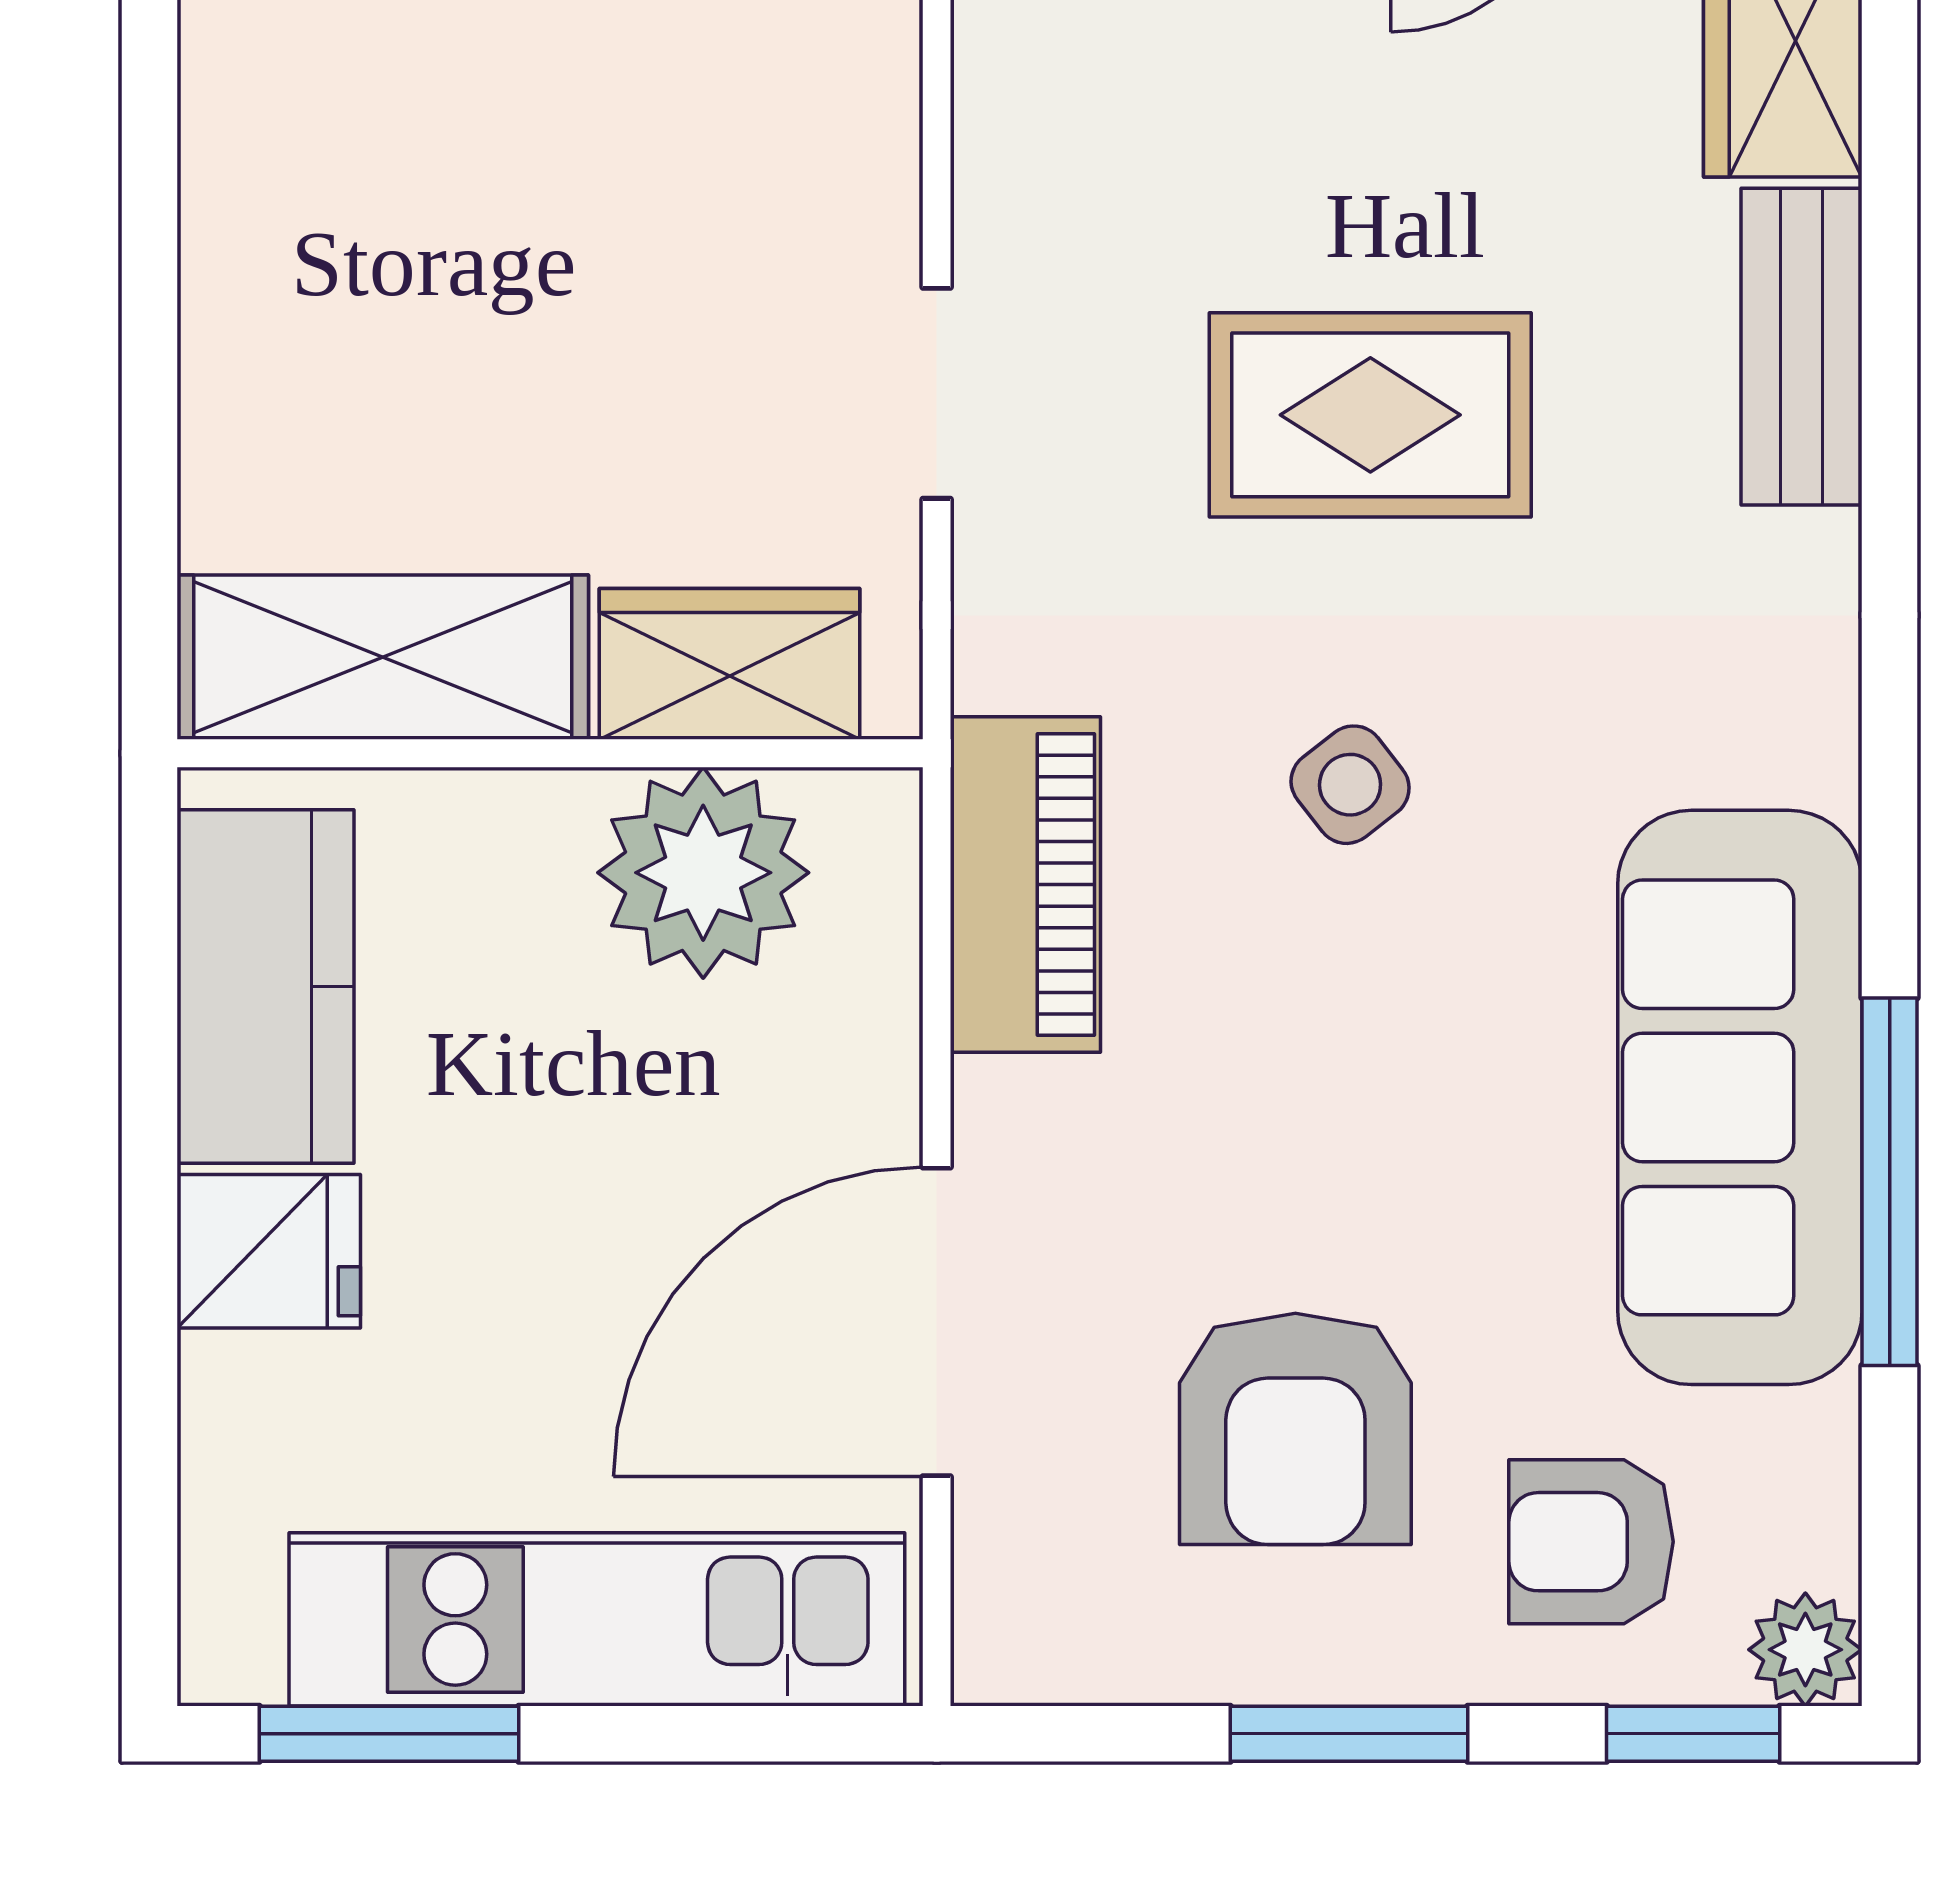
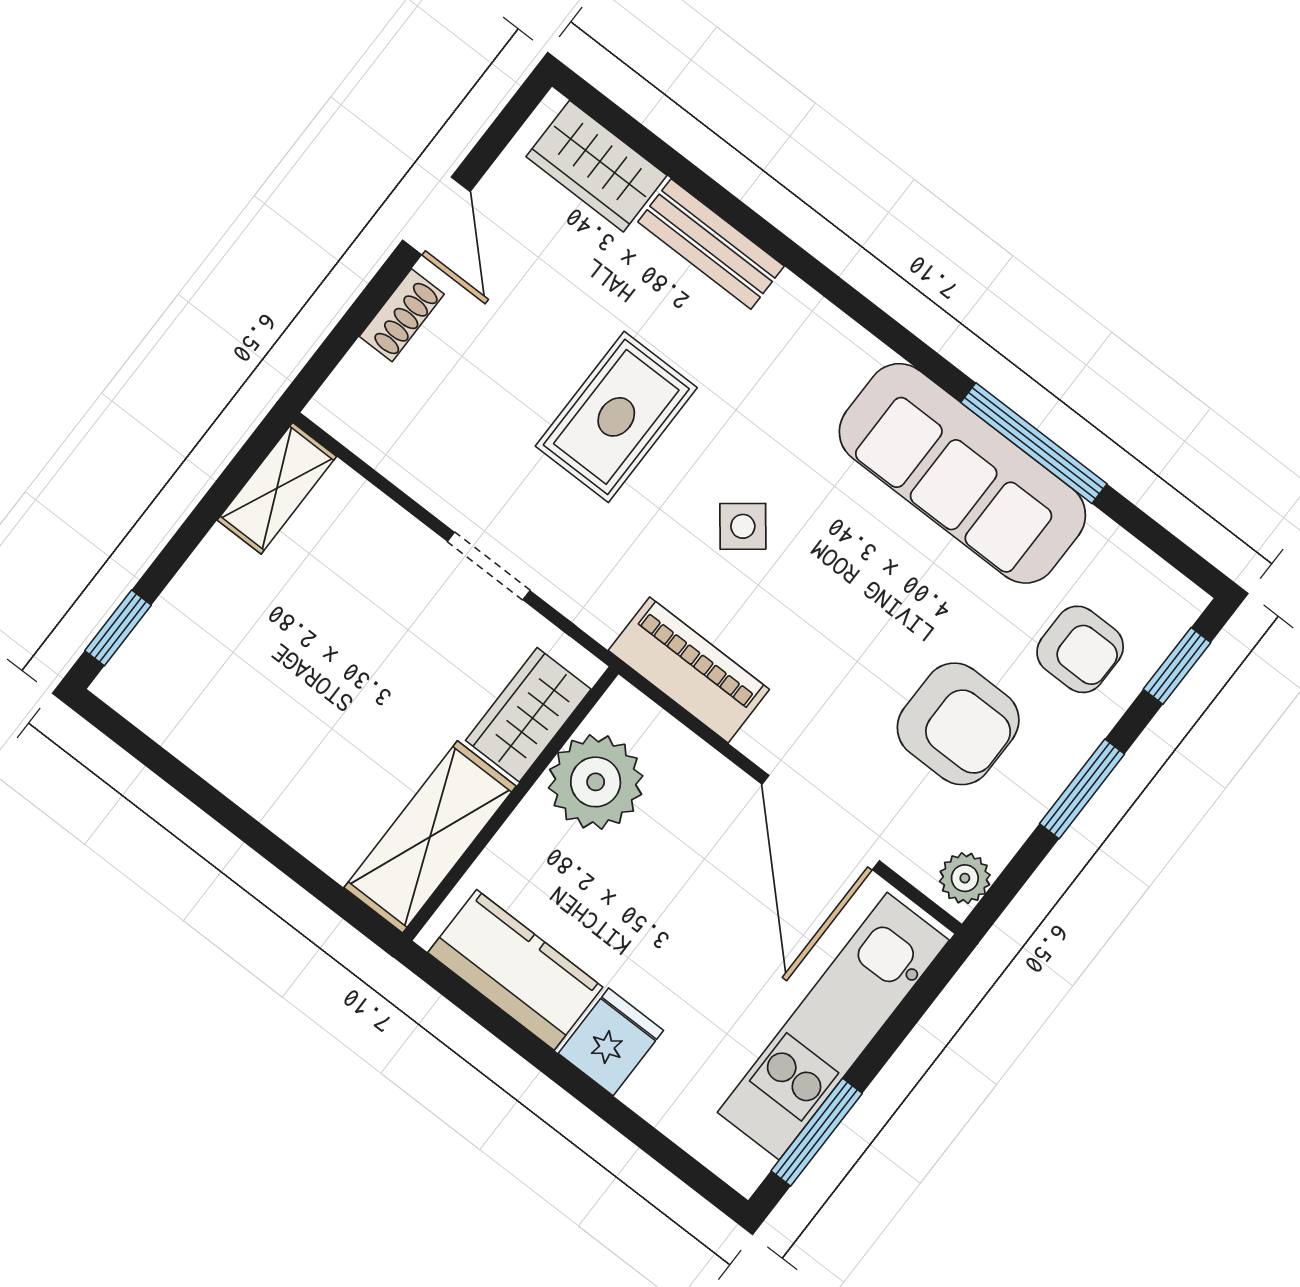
armchair: (1591, 1542) -> (1080, 649), turned -90
plant: (1805, 1650) -> (965, 878), moved

